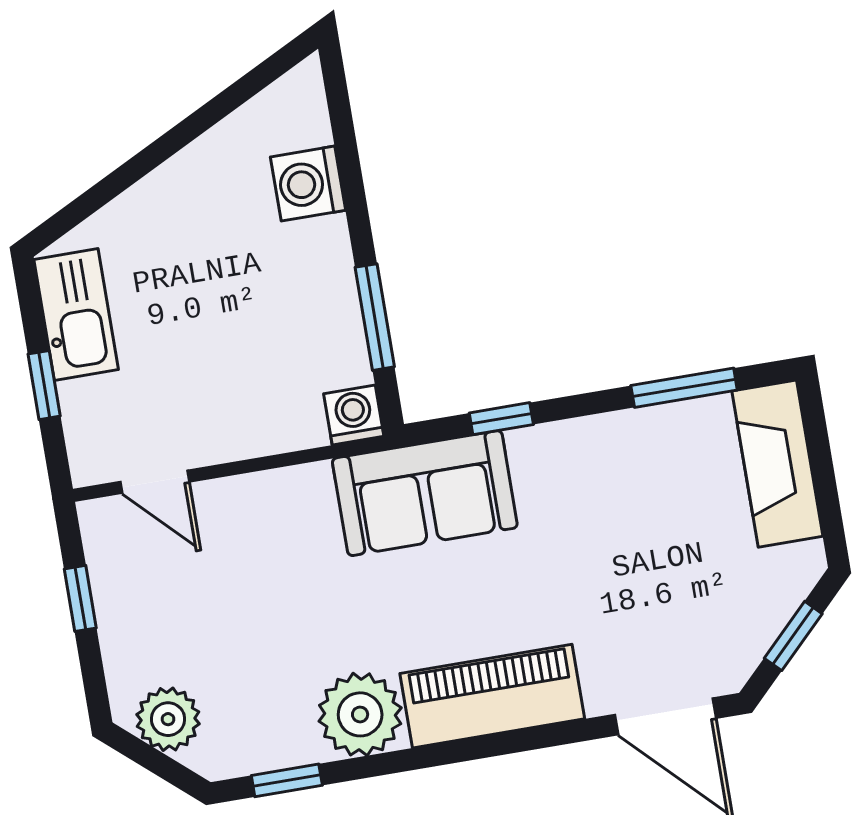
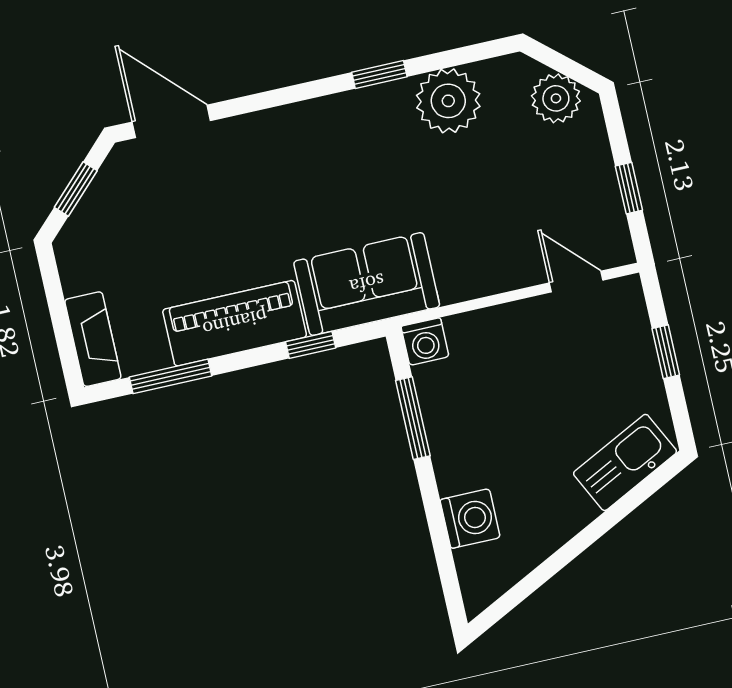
kitchen sink: (76, 314) -> (625, 462), moved, turned 63
fireplace: (777, 464) -> (93, 339), width x0.73, depth x0.76
piano: (492, 696) -> (235, 323), moved, turned 180
plant: (360, 714) -> (448, 101), moved
window: (287, 780) -> (379, 74), moved

